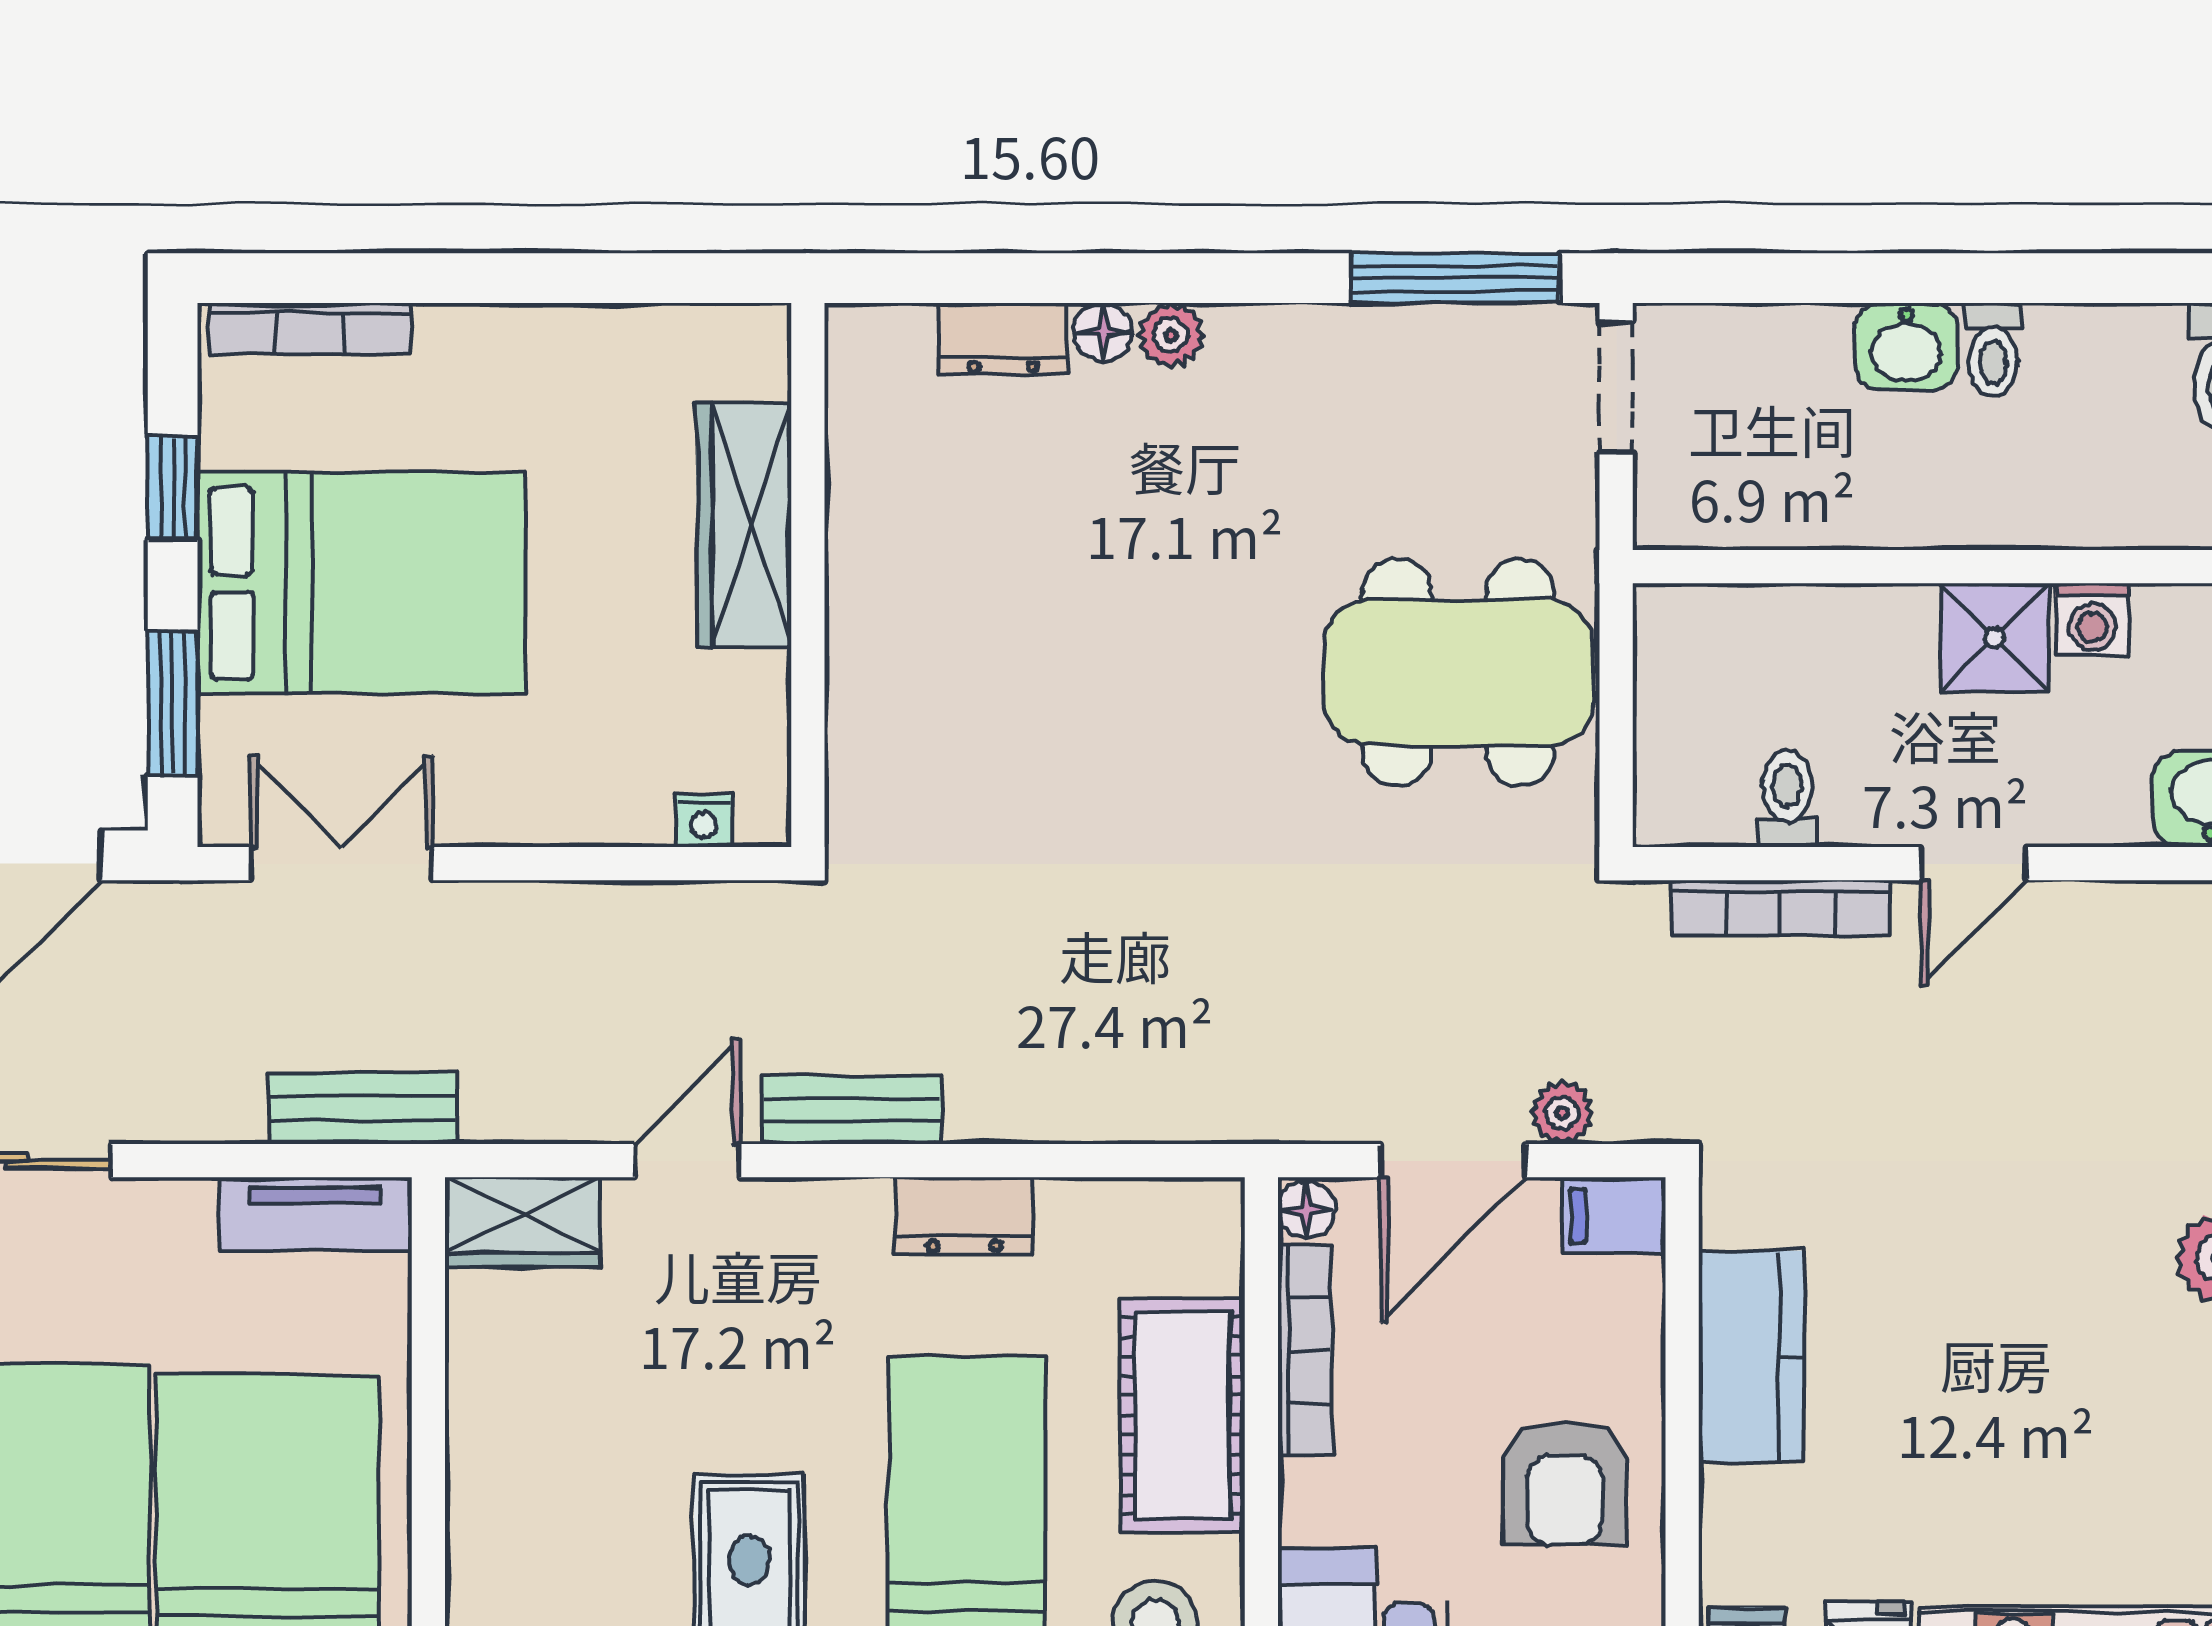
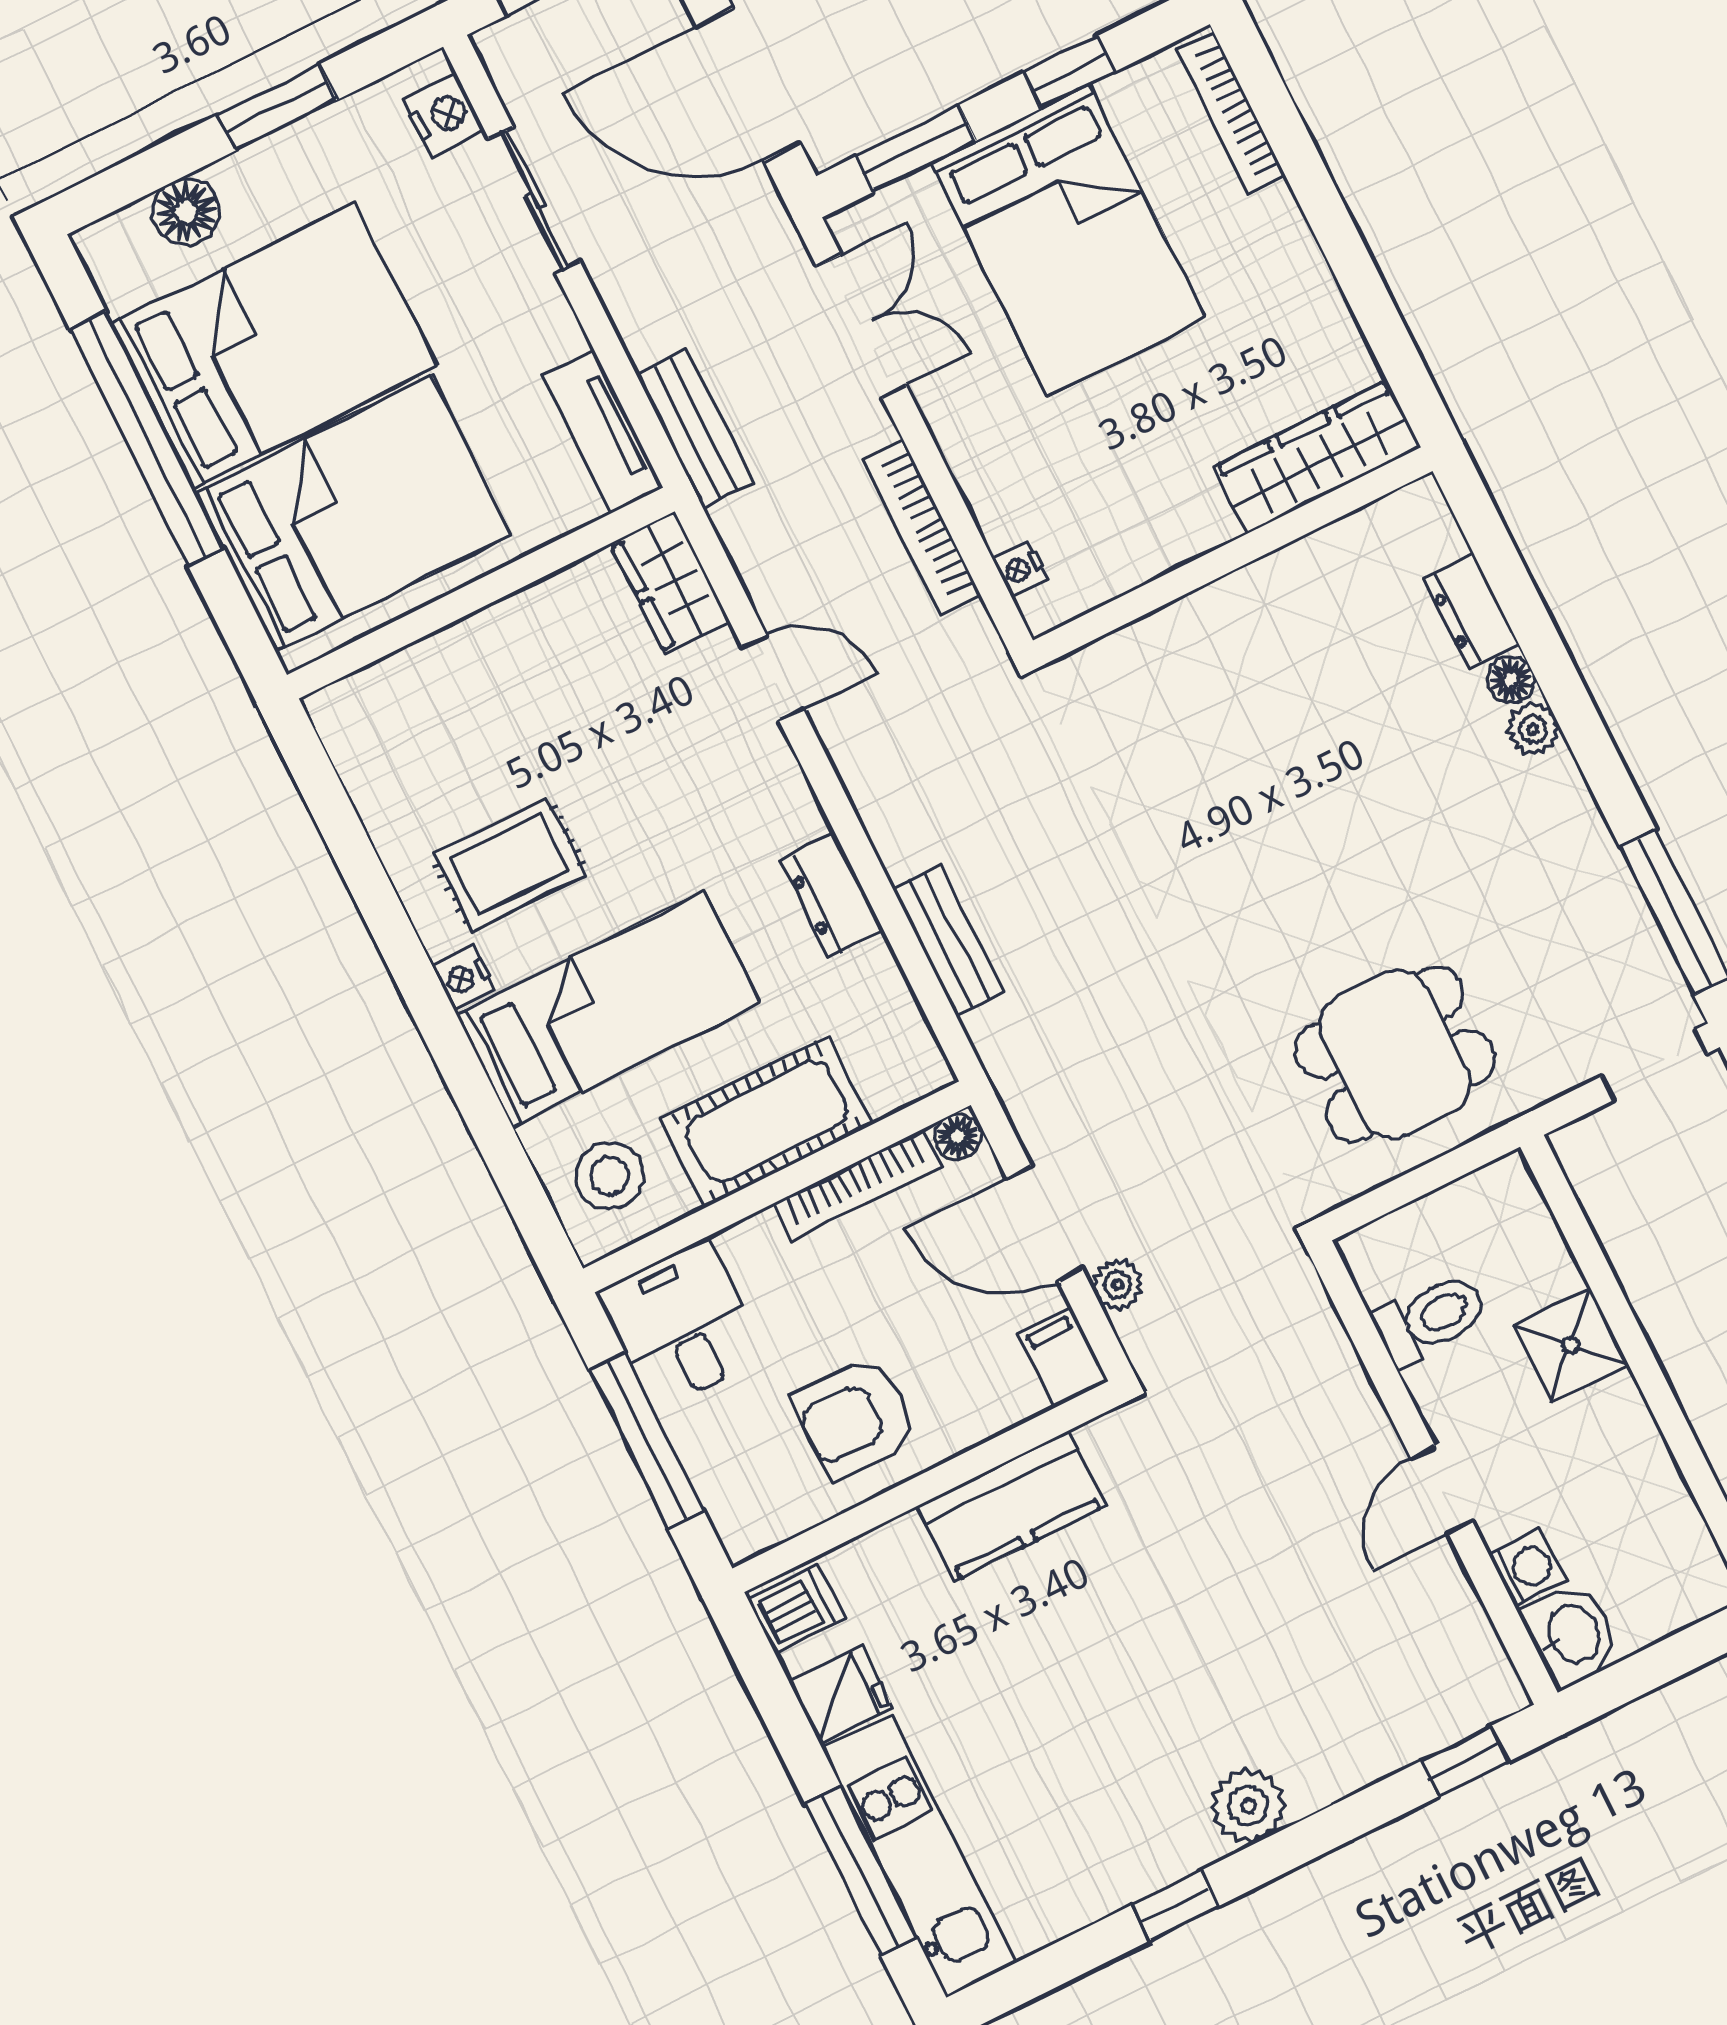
wardrobe: (744, 525) -> (1317, 457), moved
washing machine: (2092, 620) -> (1528, 1568), moved, turned 180
shower: (1995, 637) -> (1571, 1345), moved
dining table: (1459, 672) -> (1395, 1054), width x0.73
toilet: (1787, 799) -> (1431, 1319), width x1.37, depth x1.39
door: (1974, 864) -> (1441, 1489), hinge flipped
bookcase: (1780, 908) -> (922, 527), moved
bench: (852, 1110) -> (948, 940), moved

